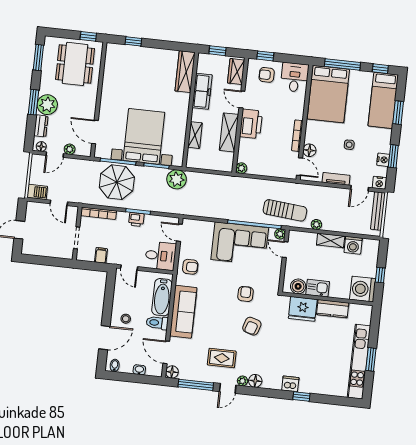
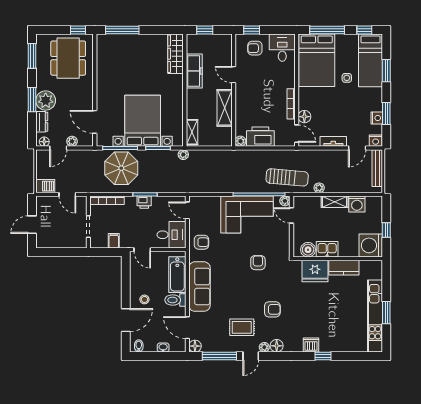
window: (133, 41) -> (122, 30), width x2.17
wardrobe: (236, 71) -> (225, 48), removed
printer: (251, 124) -> (260, 137), moved, turned -90
shelving: (195, 135) -> (192, 132), moved
side table: (349, 145) -> (347, 78), moved
plant: (177, 179) -> (183, 155), width x0.53, depth x0.53
armchair: (252, 326) -> (272, 309), moved, turned -108

